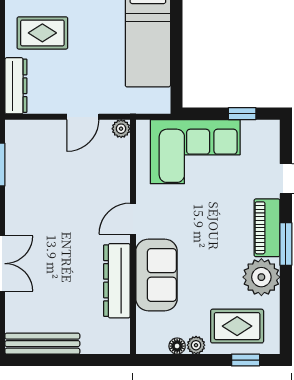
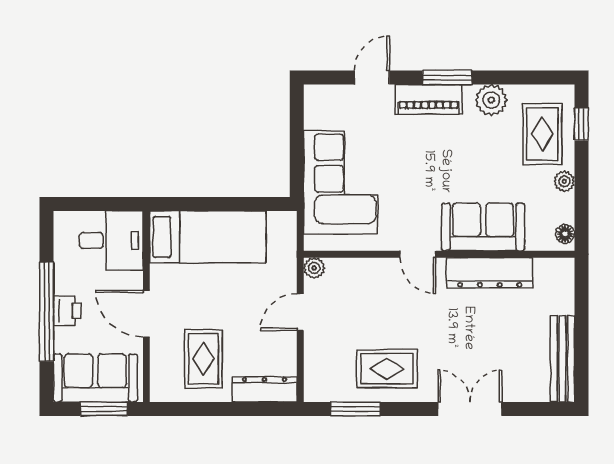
window: (242, 114) -> (297, 128), removed
door: (83, 117) -> (300, 312), swing flipped
rug: (34, 192) -> (387, 369), added
plant: (261, 277) -> (491, 100), width x0.73, depth x0.73
floor lamp: (177, 346) -> (565, 234), moved

